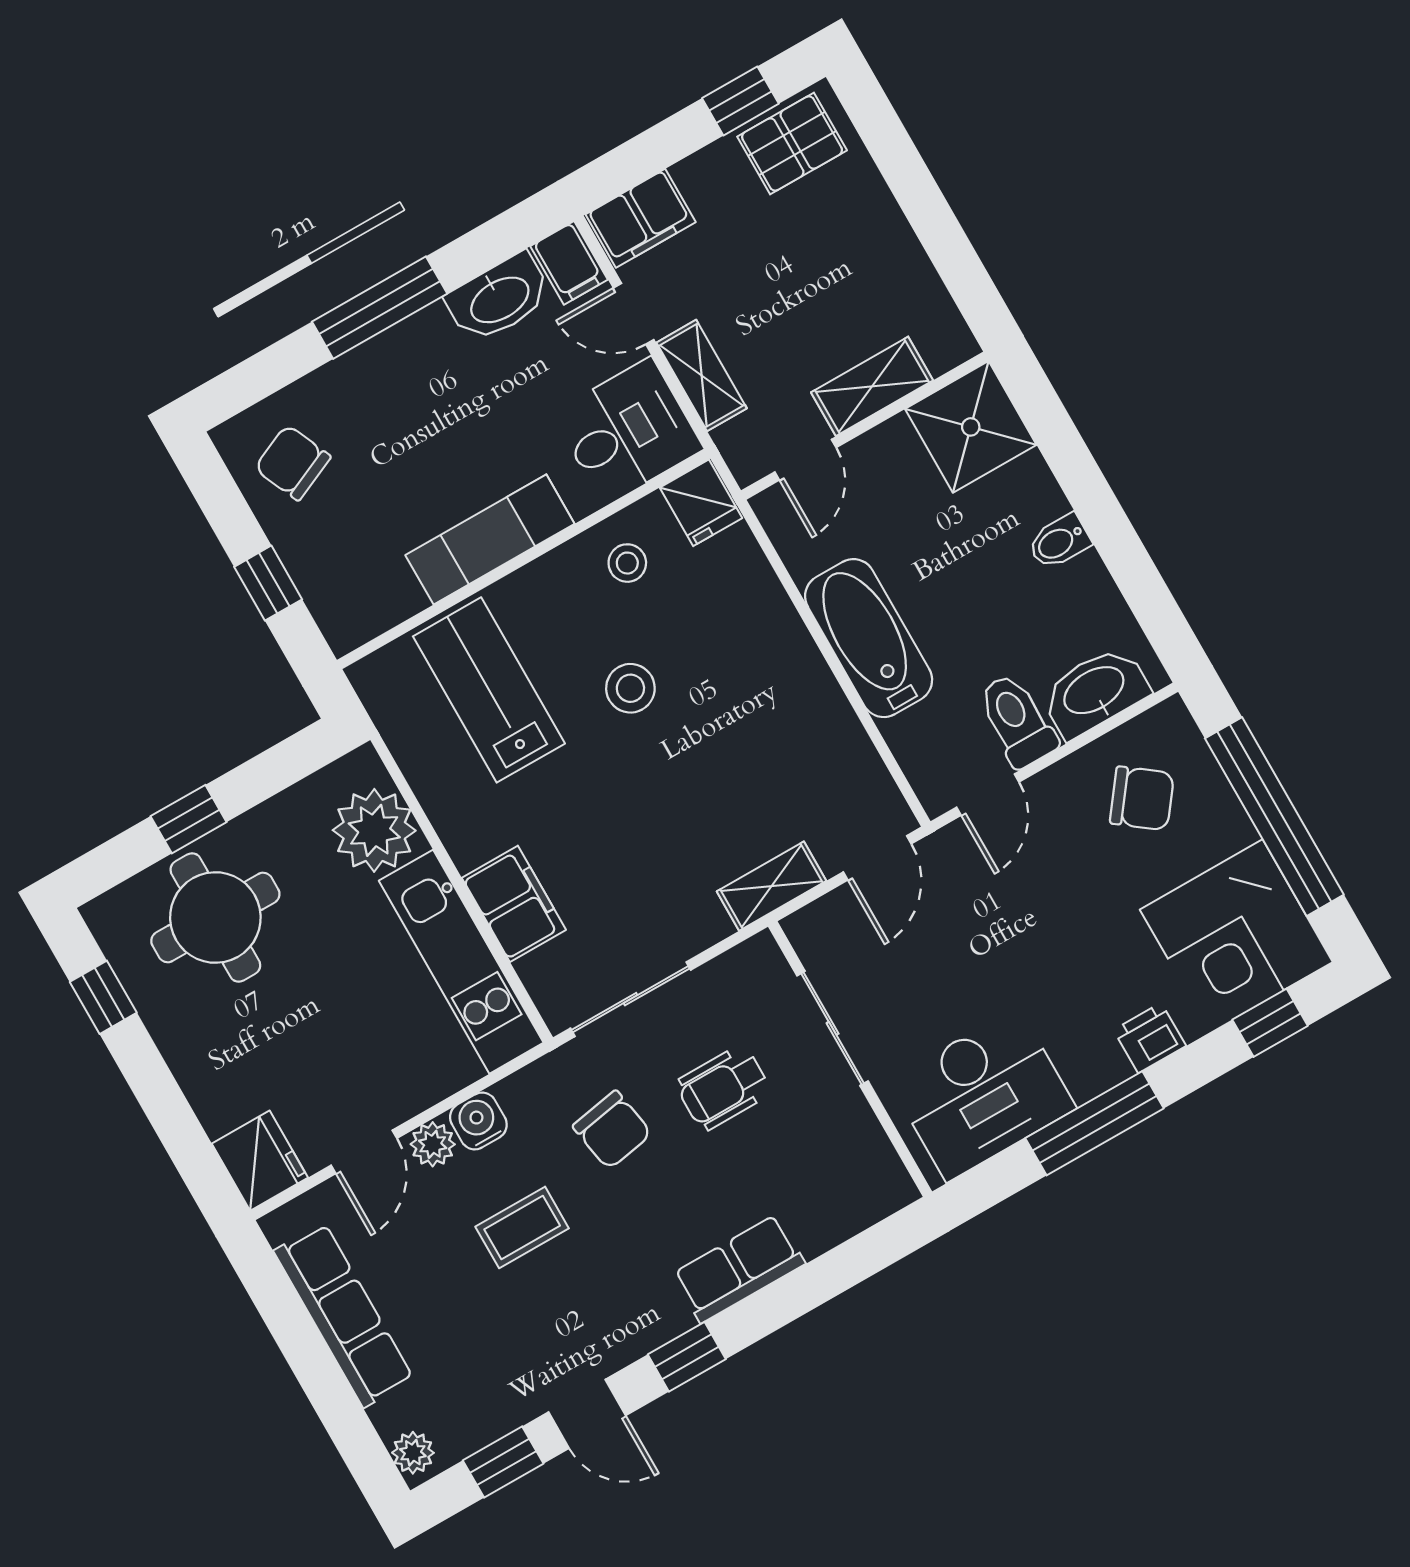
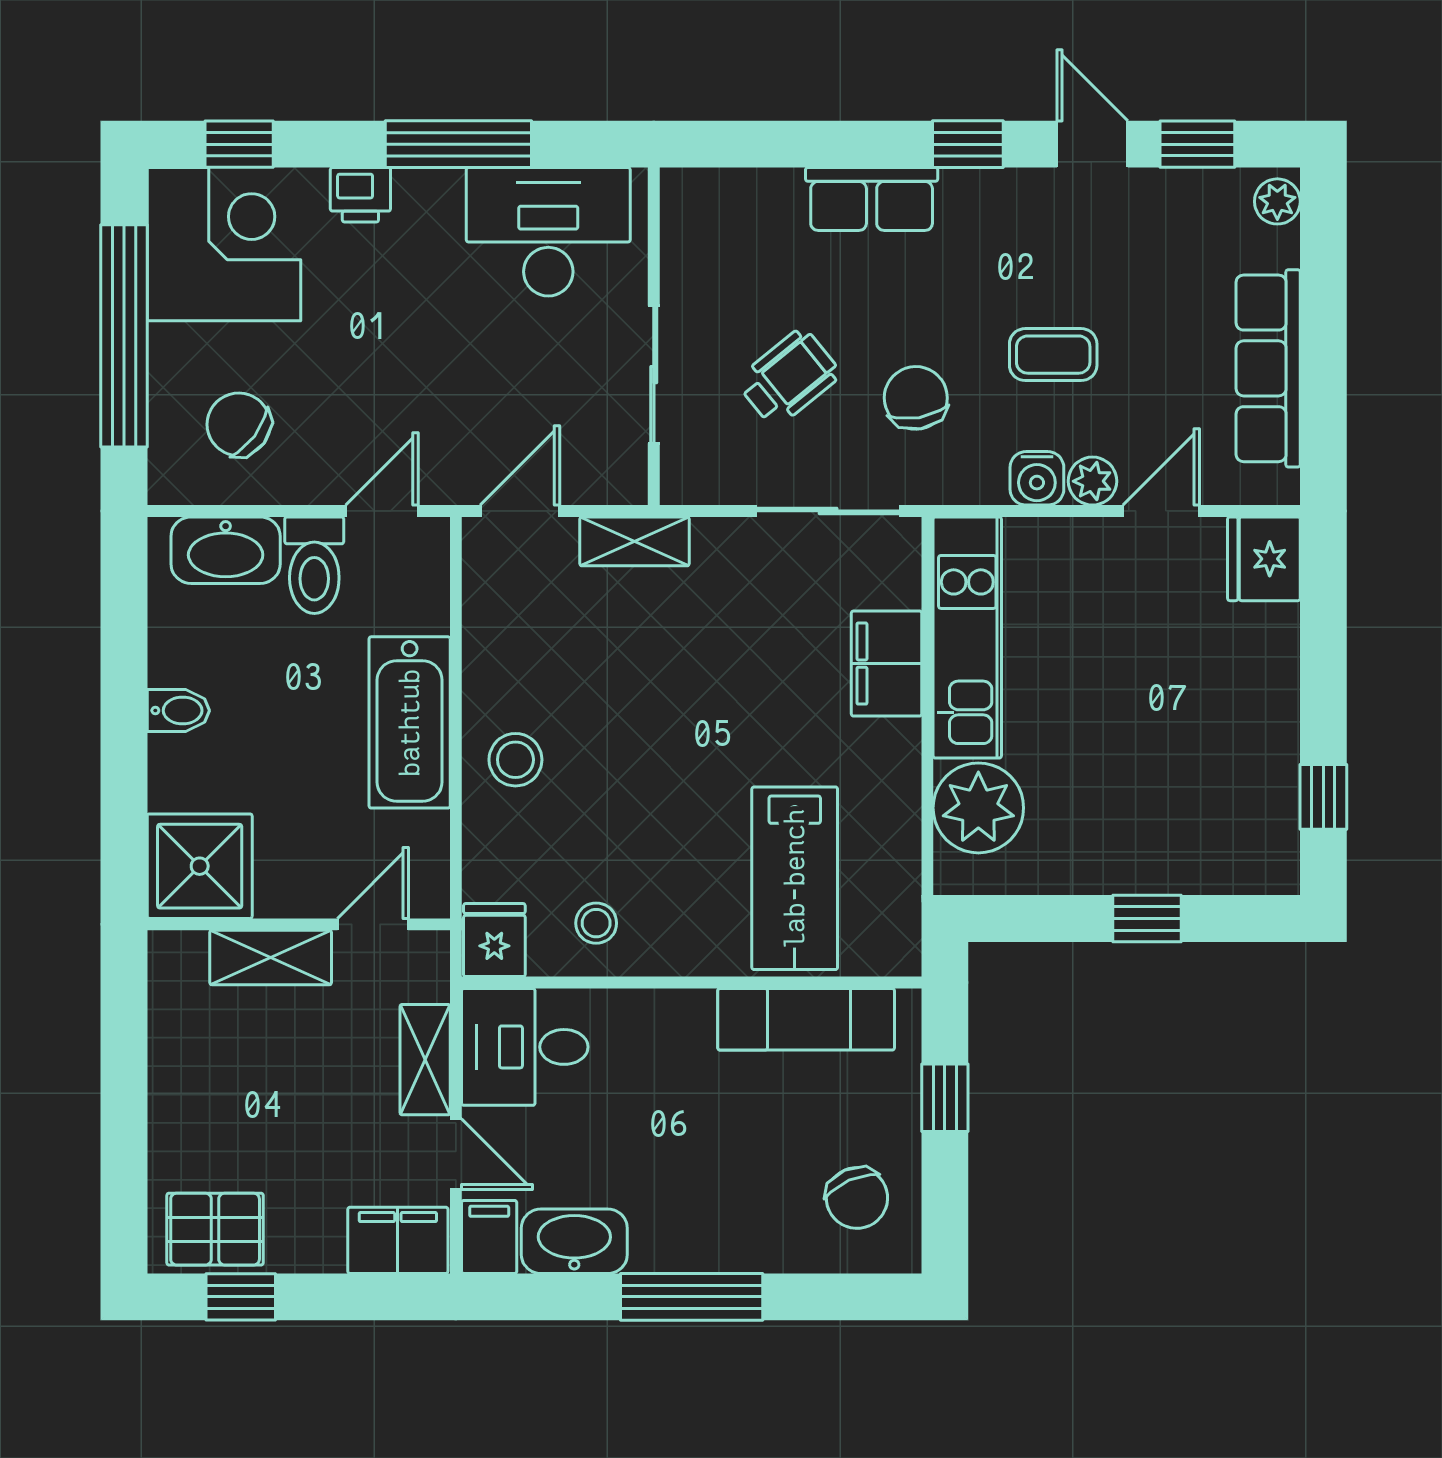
exam couch: (490, 539) -> (806, 1019), moved
stool: (630, 688) -> (515, 760), moved
round table: (215, 917) -> (1175, 812), removed
wheelchair: (723, 1088) -> (789, 378), turned -39

